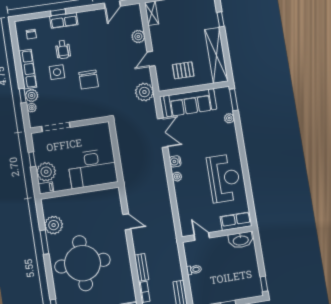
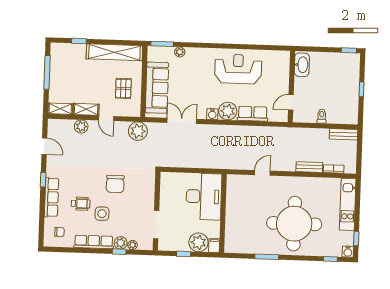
window: (58, 12) -> (43, 180), moved
row of seats: (64, 20) -> (51, 197), width x1.48
shelving: (156, 38) -> (86, 109), added
chair: (89, 80) -> (115, 184), turned 90
plant: (177, 177) -> (228, 111), width x1.87, depth x1.87
row of seats: (236, 221) -> (253, 114), moved, turned 90
plant: (54, 225) -> (252, 245), removed

